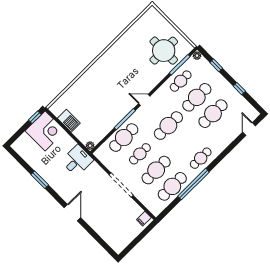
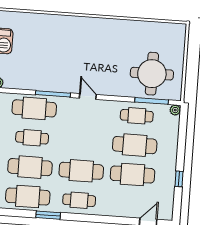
window: (216, 65) -> (182, 137), removed
cafe table: (168, 126) -> (81, 171), moved
window: (194, 184) -> (48, 215), width x0.47

